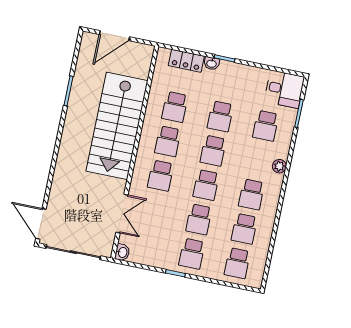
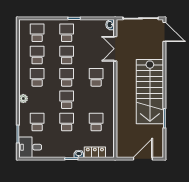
stairs: (117, 126) -> (150, 92), moved, turned 180
school desk: (168, 141) -> (96, 100), removed

